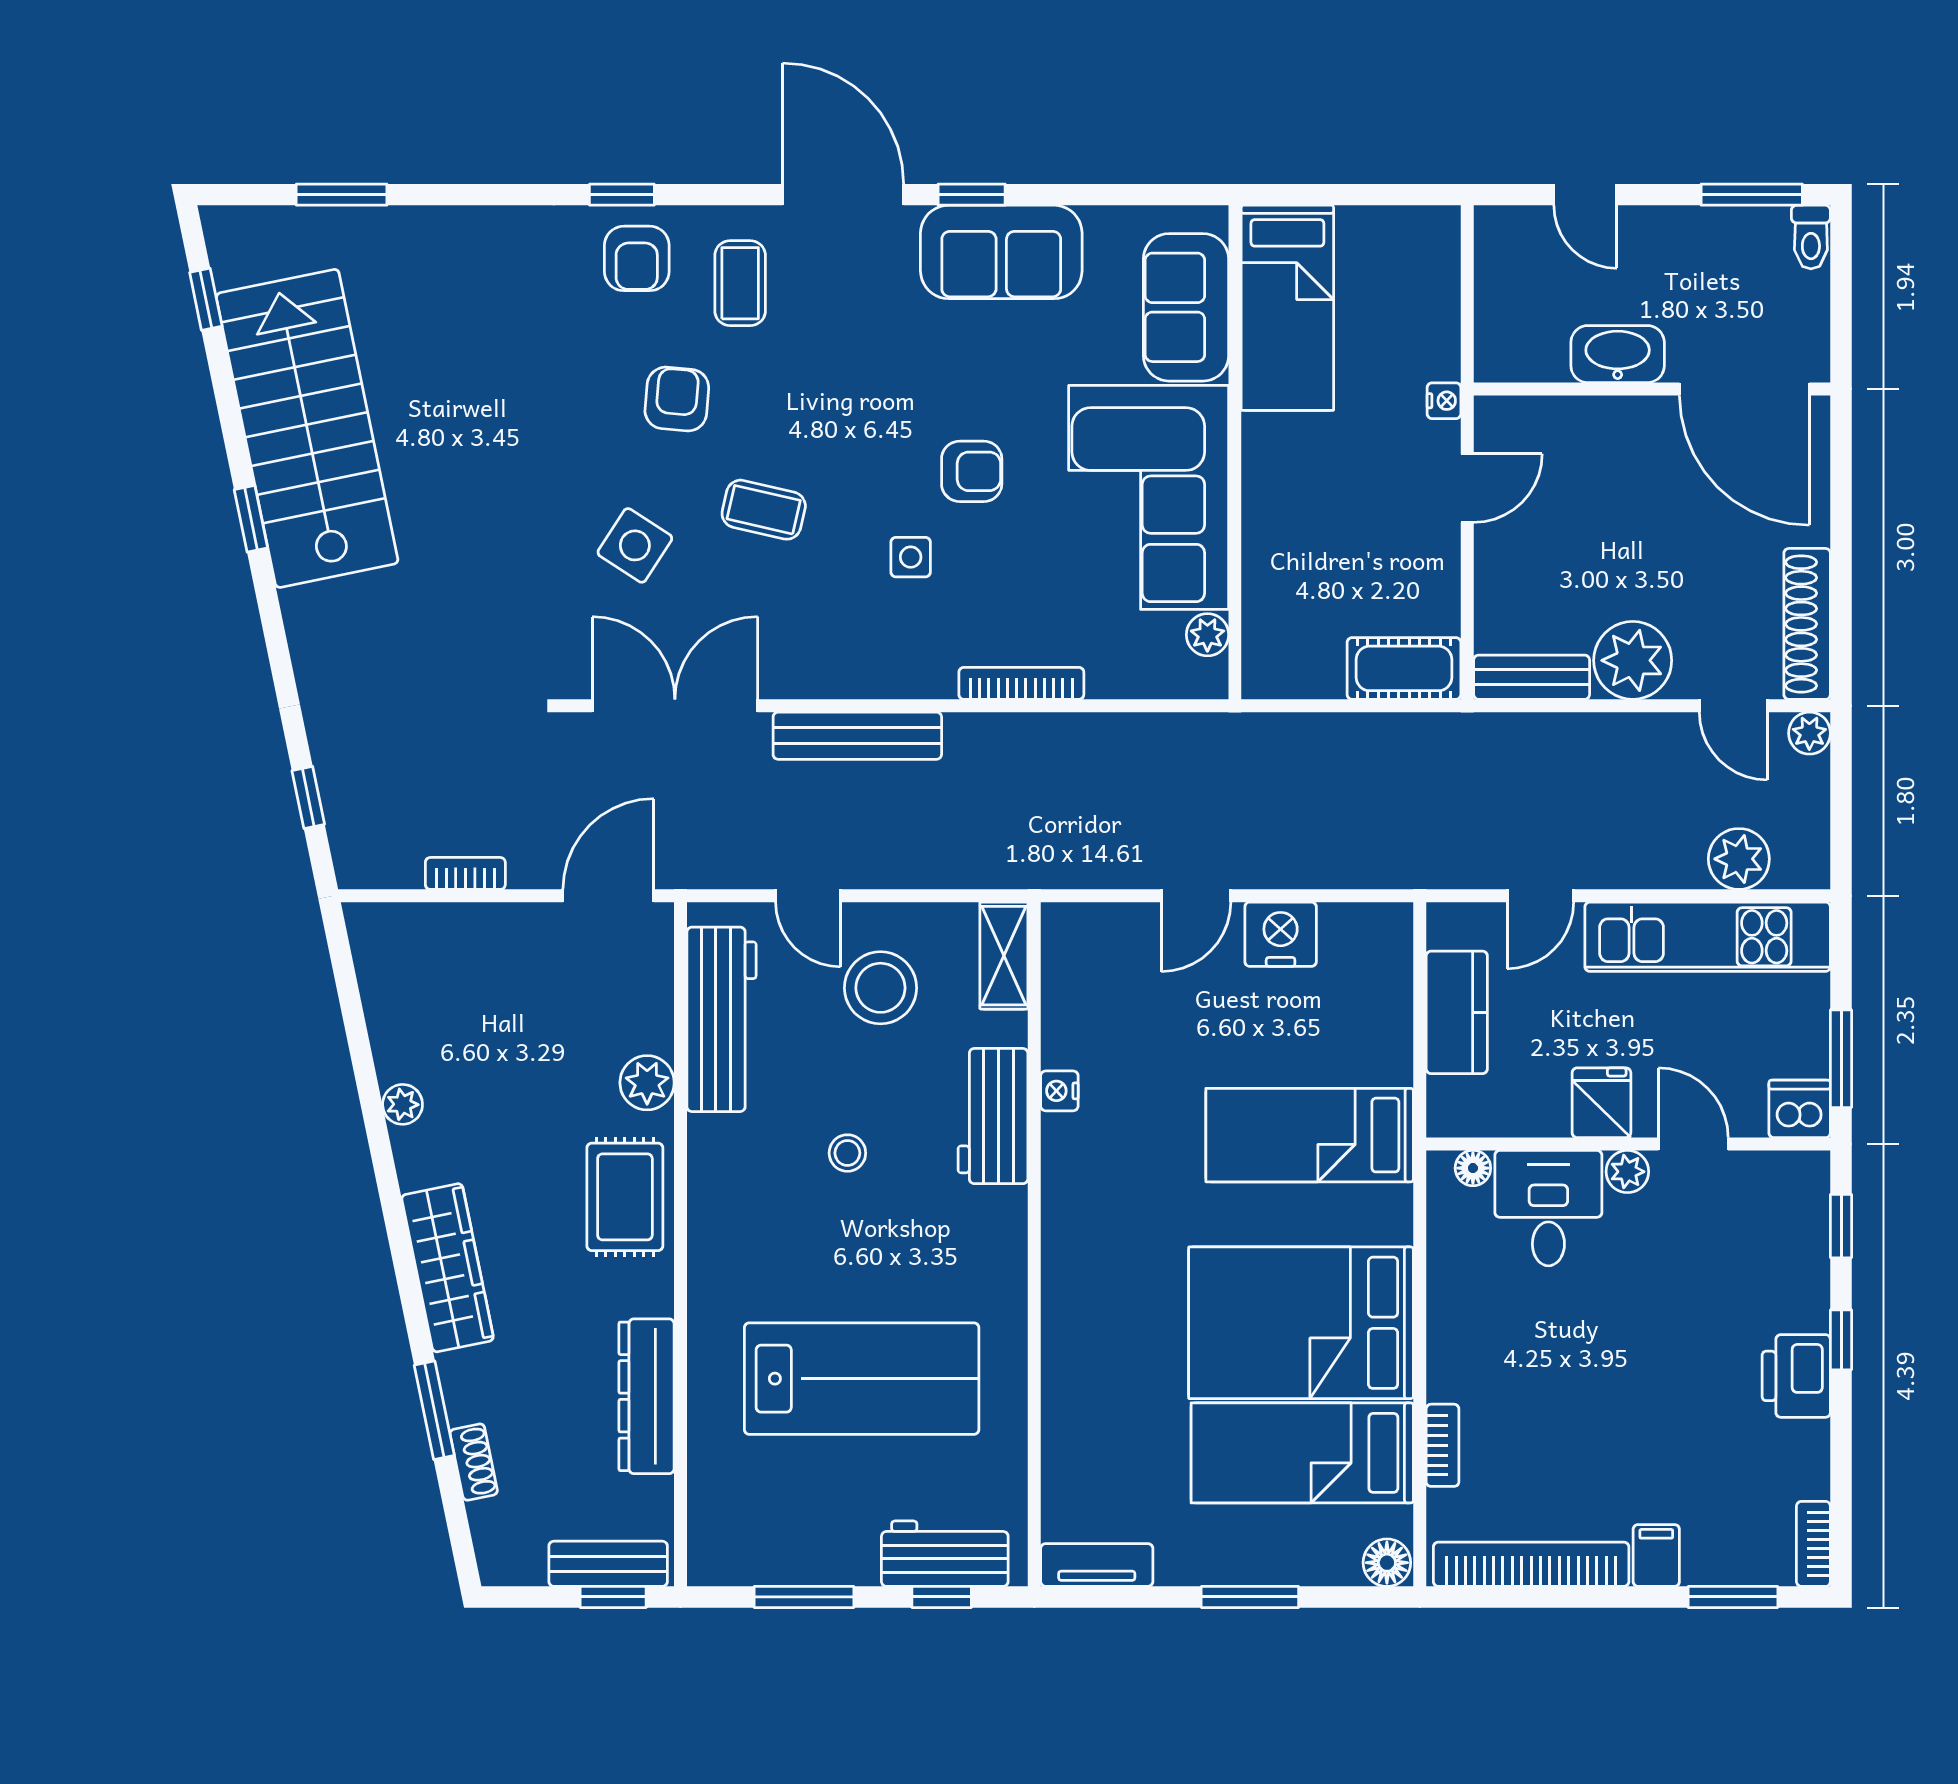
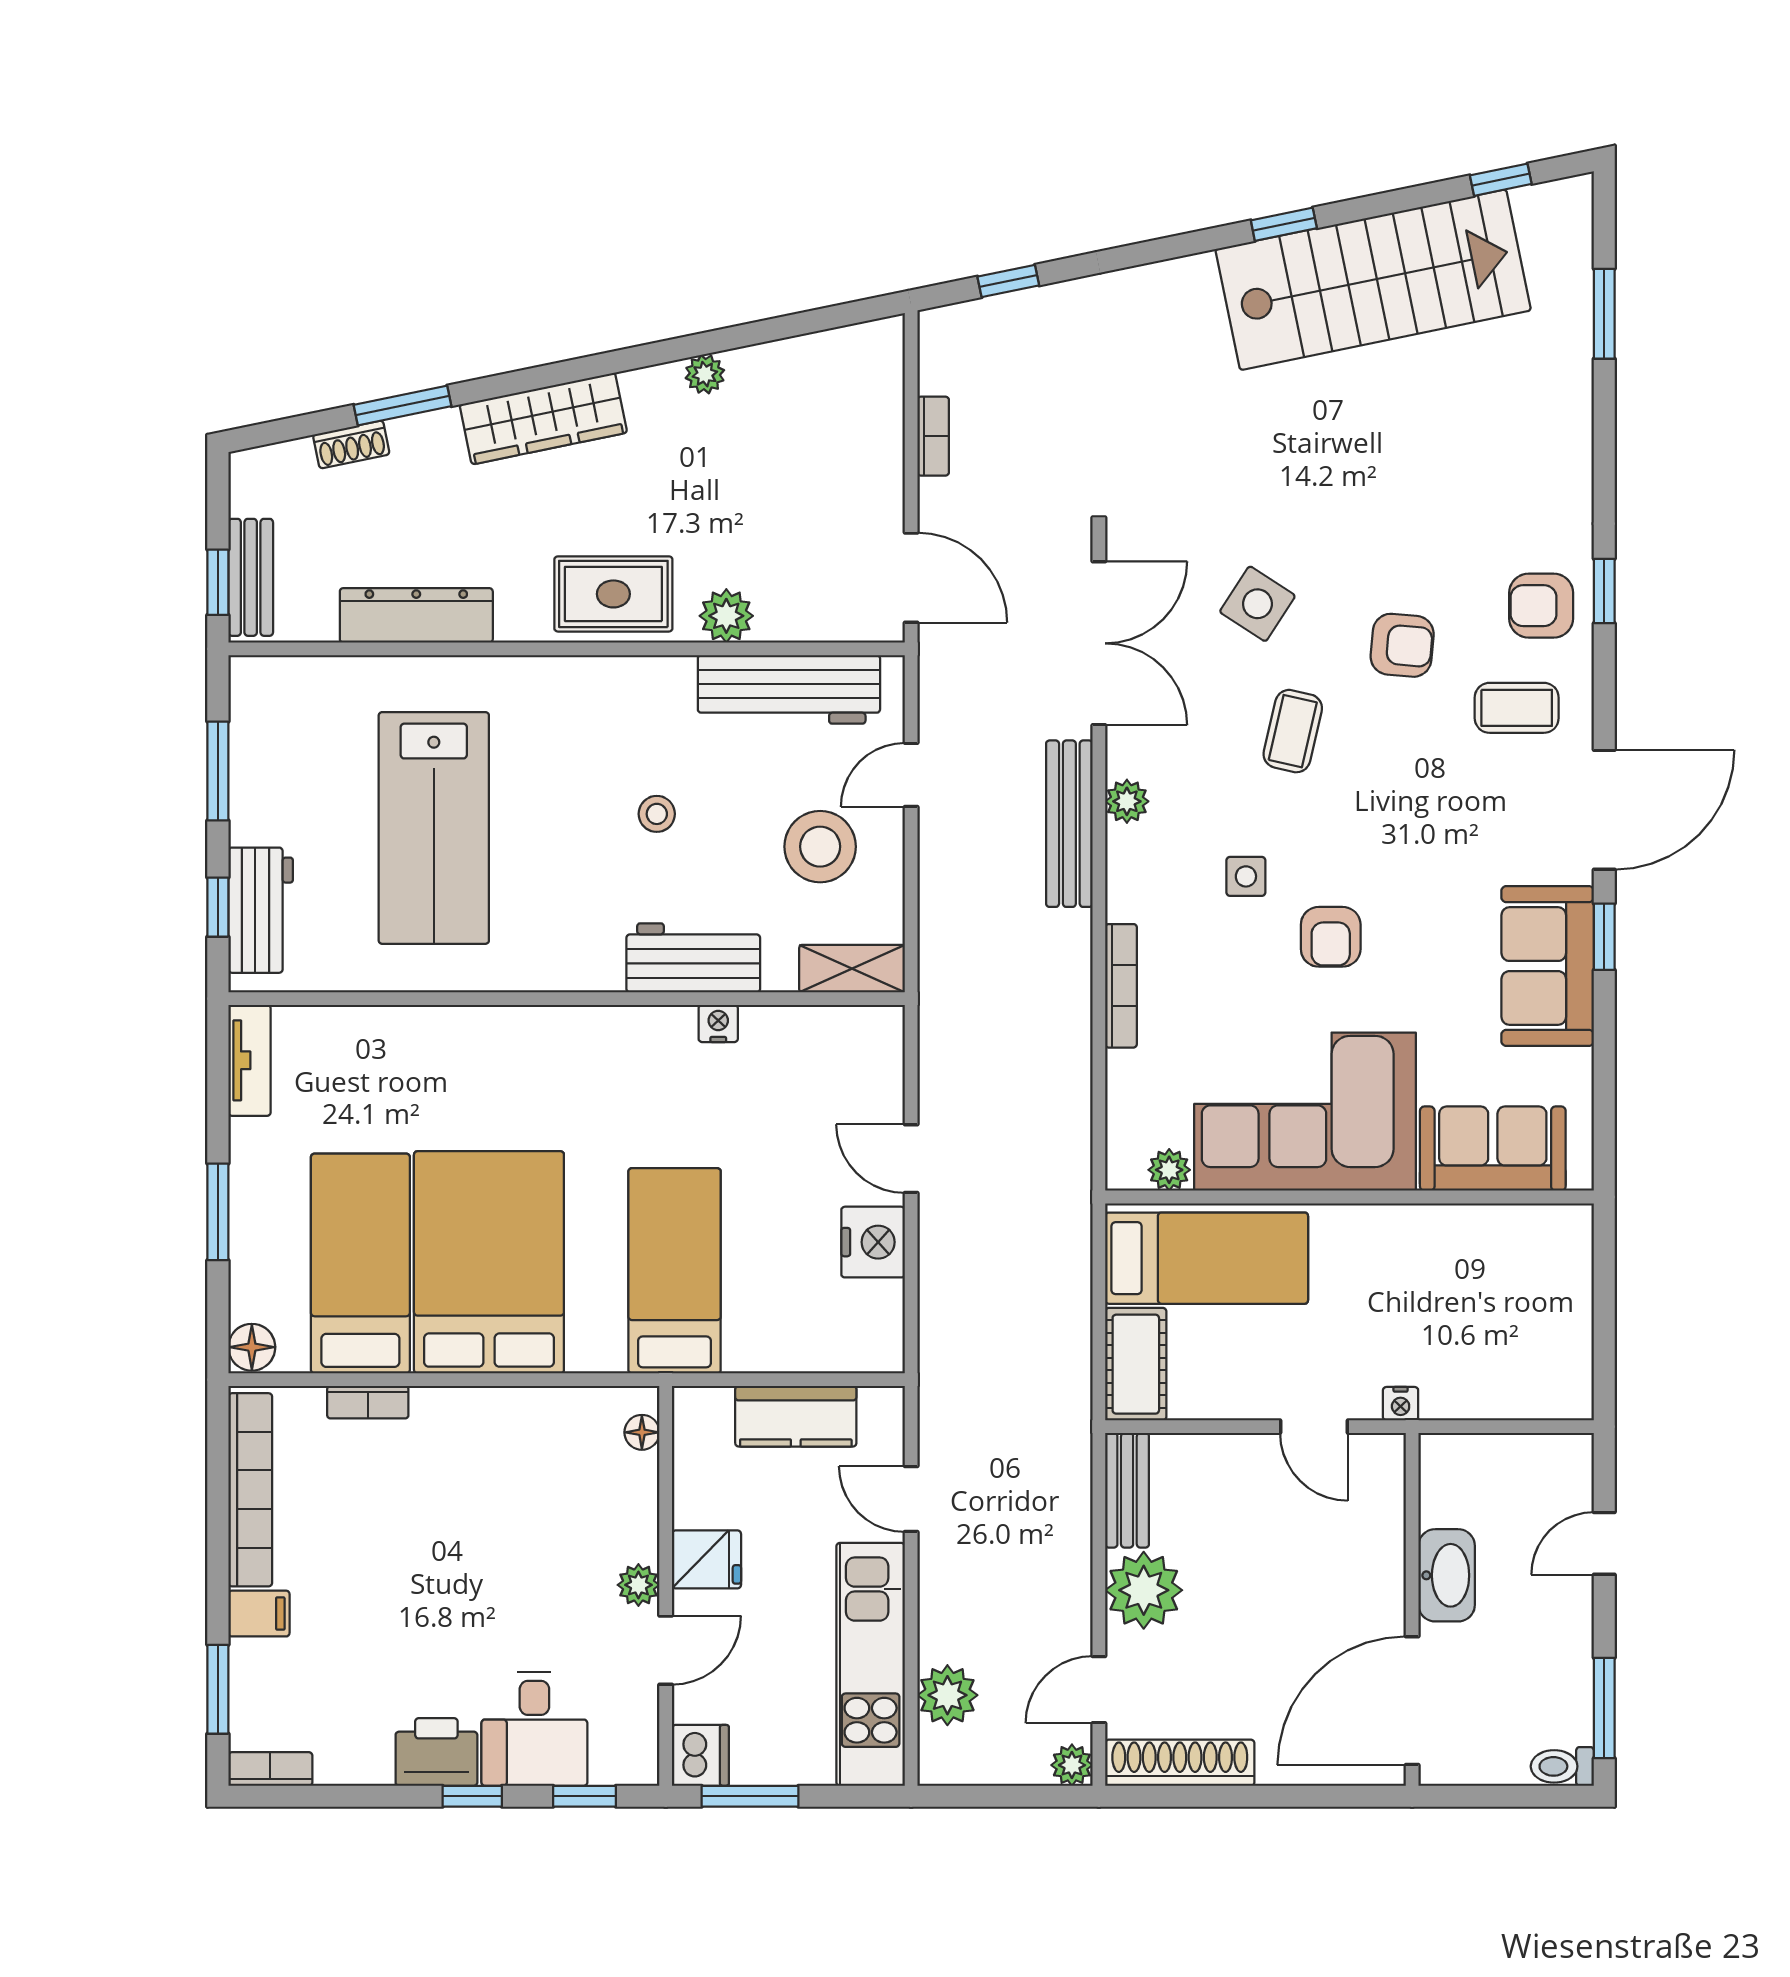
bed: (1287, 308) -> (1207, 1258), moved, turned 180
plant: (835, 677) -> (1127, 801), added
desk: (1548, 1208) -> (534, 1729), moved, turned 90

